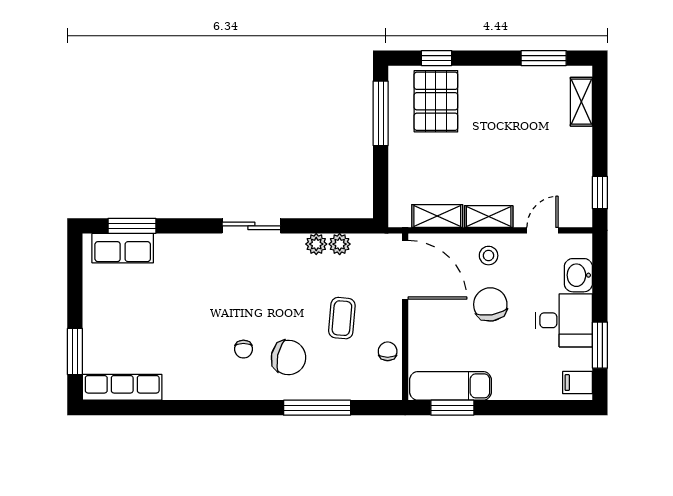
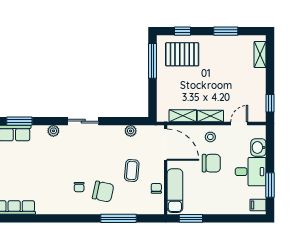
window: (544, 58) -> (226, 31), moved
pallet: (436, 101) -> (182, 54), turned 90
plant: (316, 244) -> (53, 131), moved
chair: (490, 304) -> (211, 163), turned 99
exam couch: (450, 386) -> (175, 191), moved, turned 90

